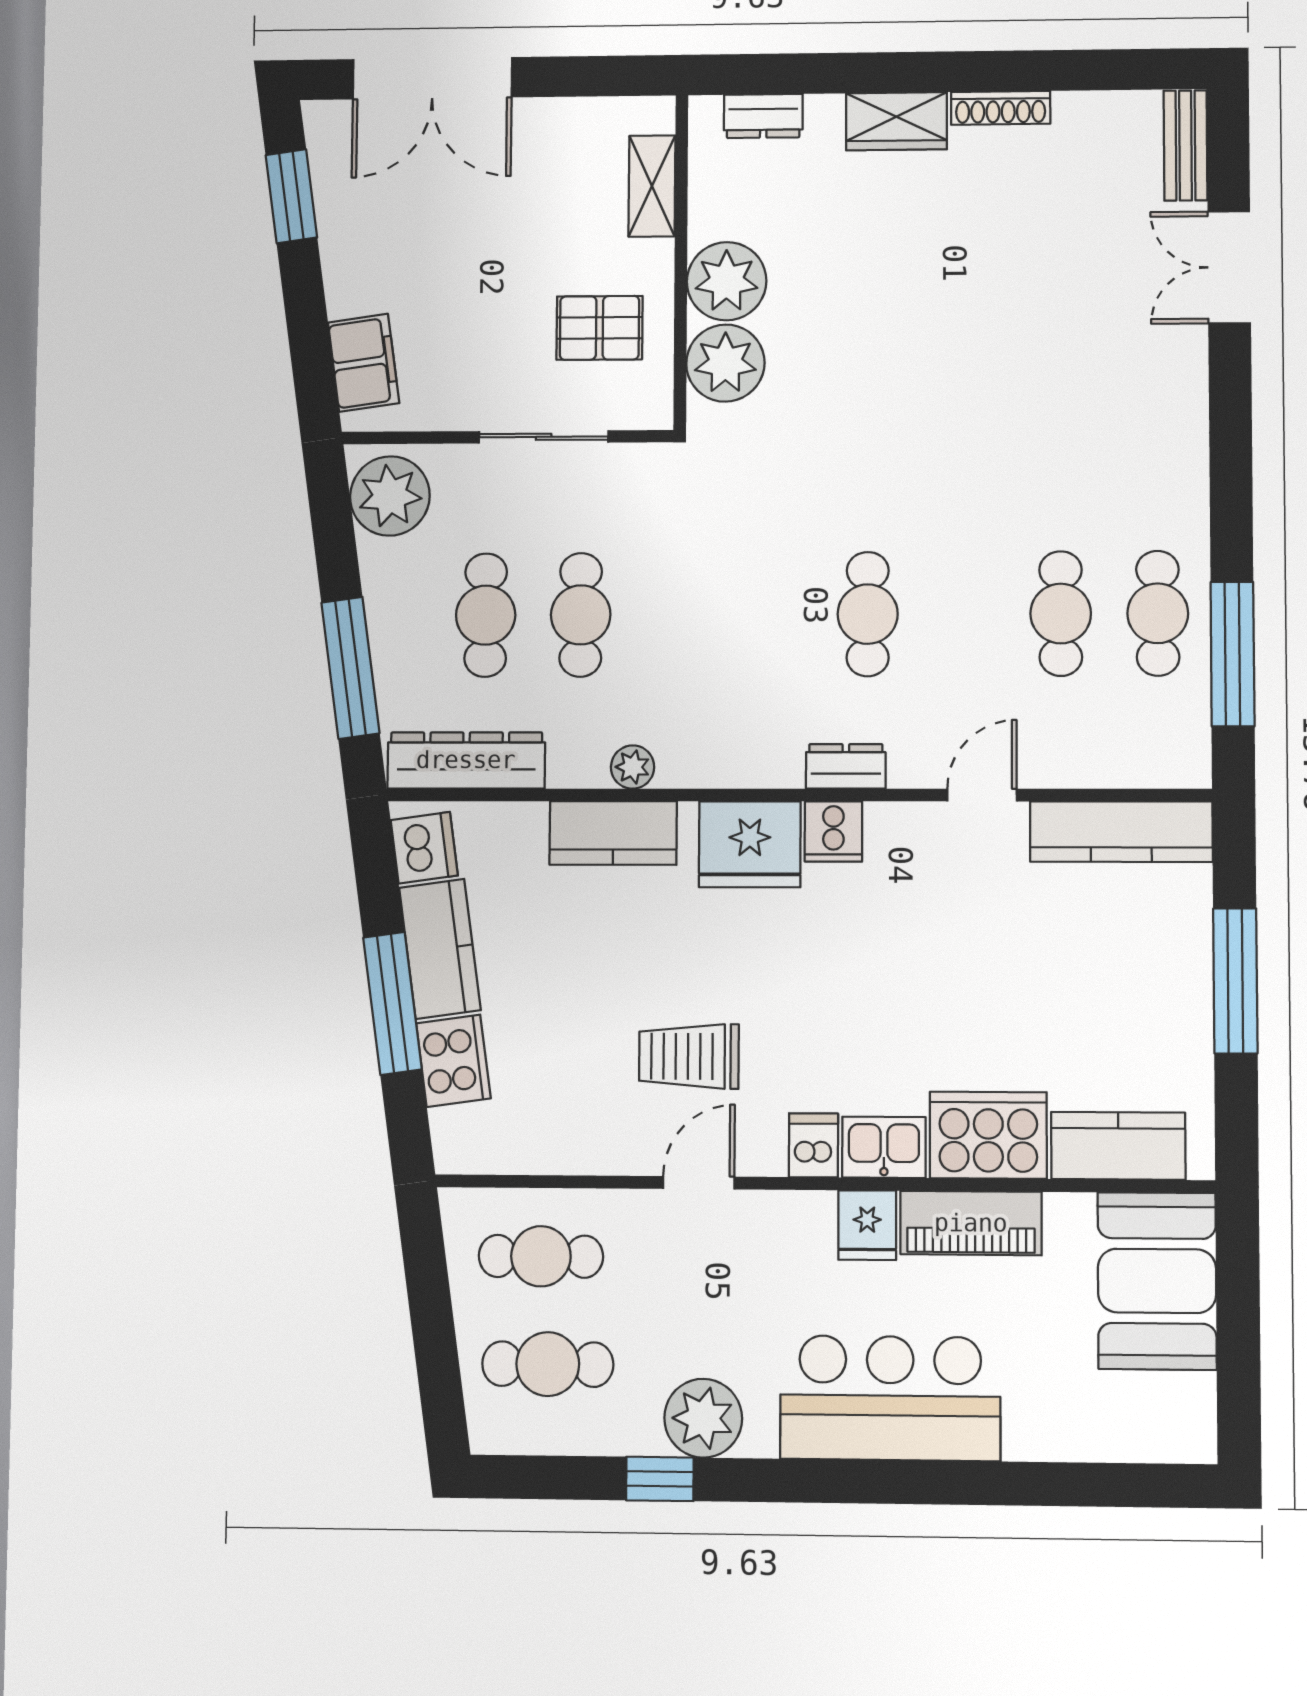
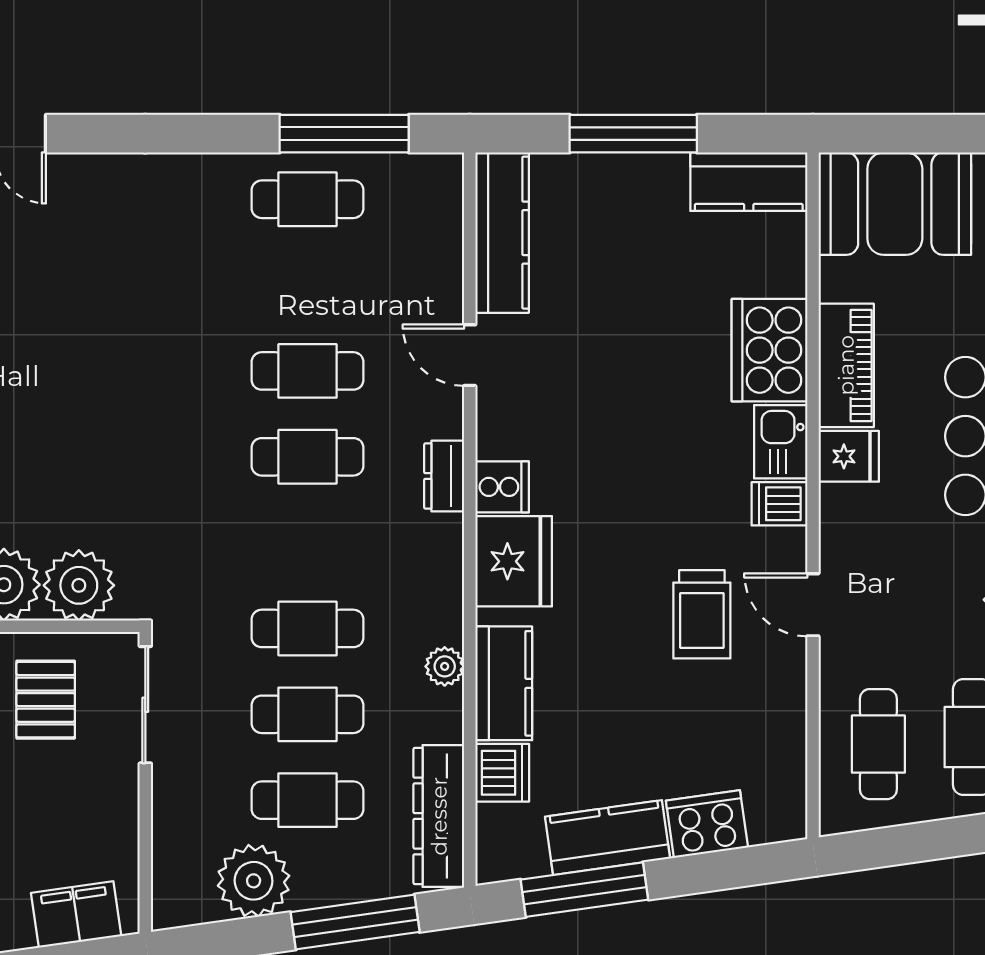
sliding door: (544, 437) -> (145, 705), moved
plant: (390, 496) -> (254, 881), moved
cafe table: (1061, 614) -> (308, 371), moved
cafe table: (676, 615) -> (308, 628), added
dishwasher: (424, 848) -> (502, 773), moved, turned 98
window: (392, 1003) -> (584, 890), moved
kitchen counter: (1118, 1146) -> (749, 182), moved, turned -90

